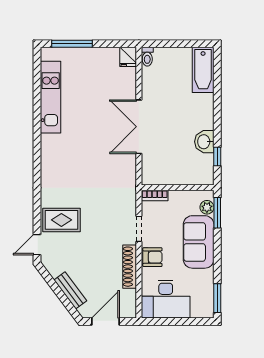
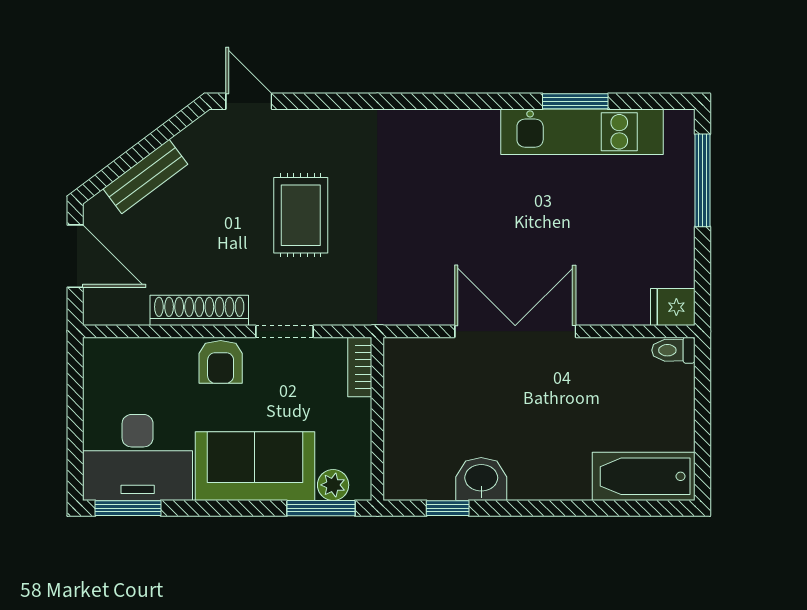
window: (37, 100) -> (575, 101), added
rug: (61, 220) -> (301, 215), moved
desk: (166, 299) -> (138, 457), moved, turned -90

